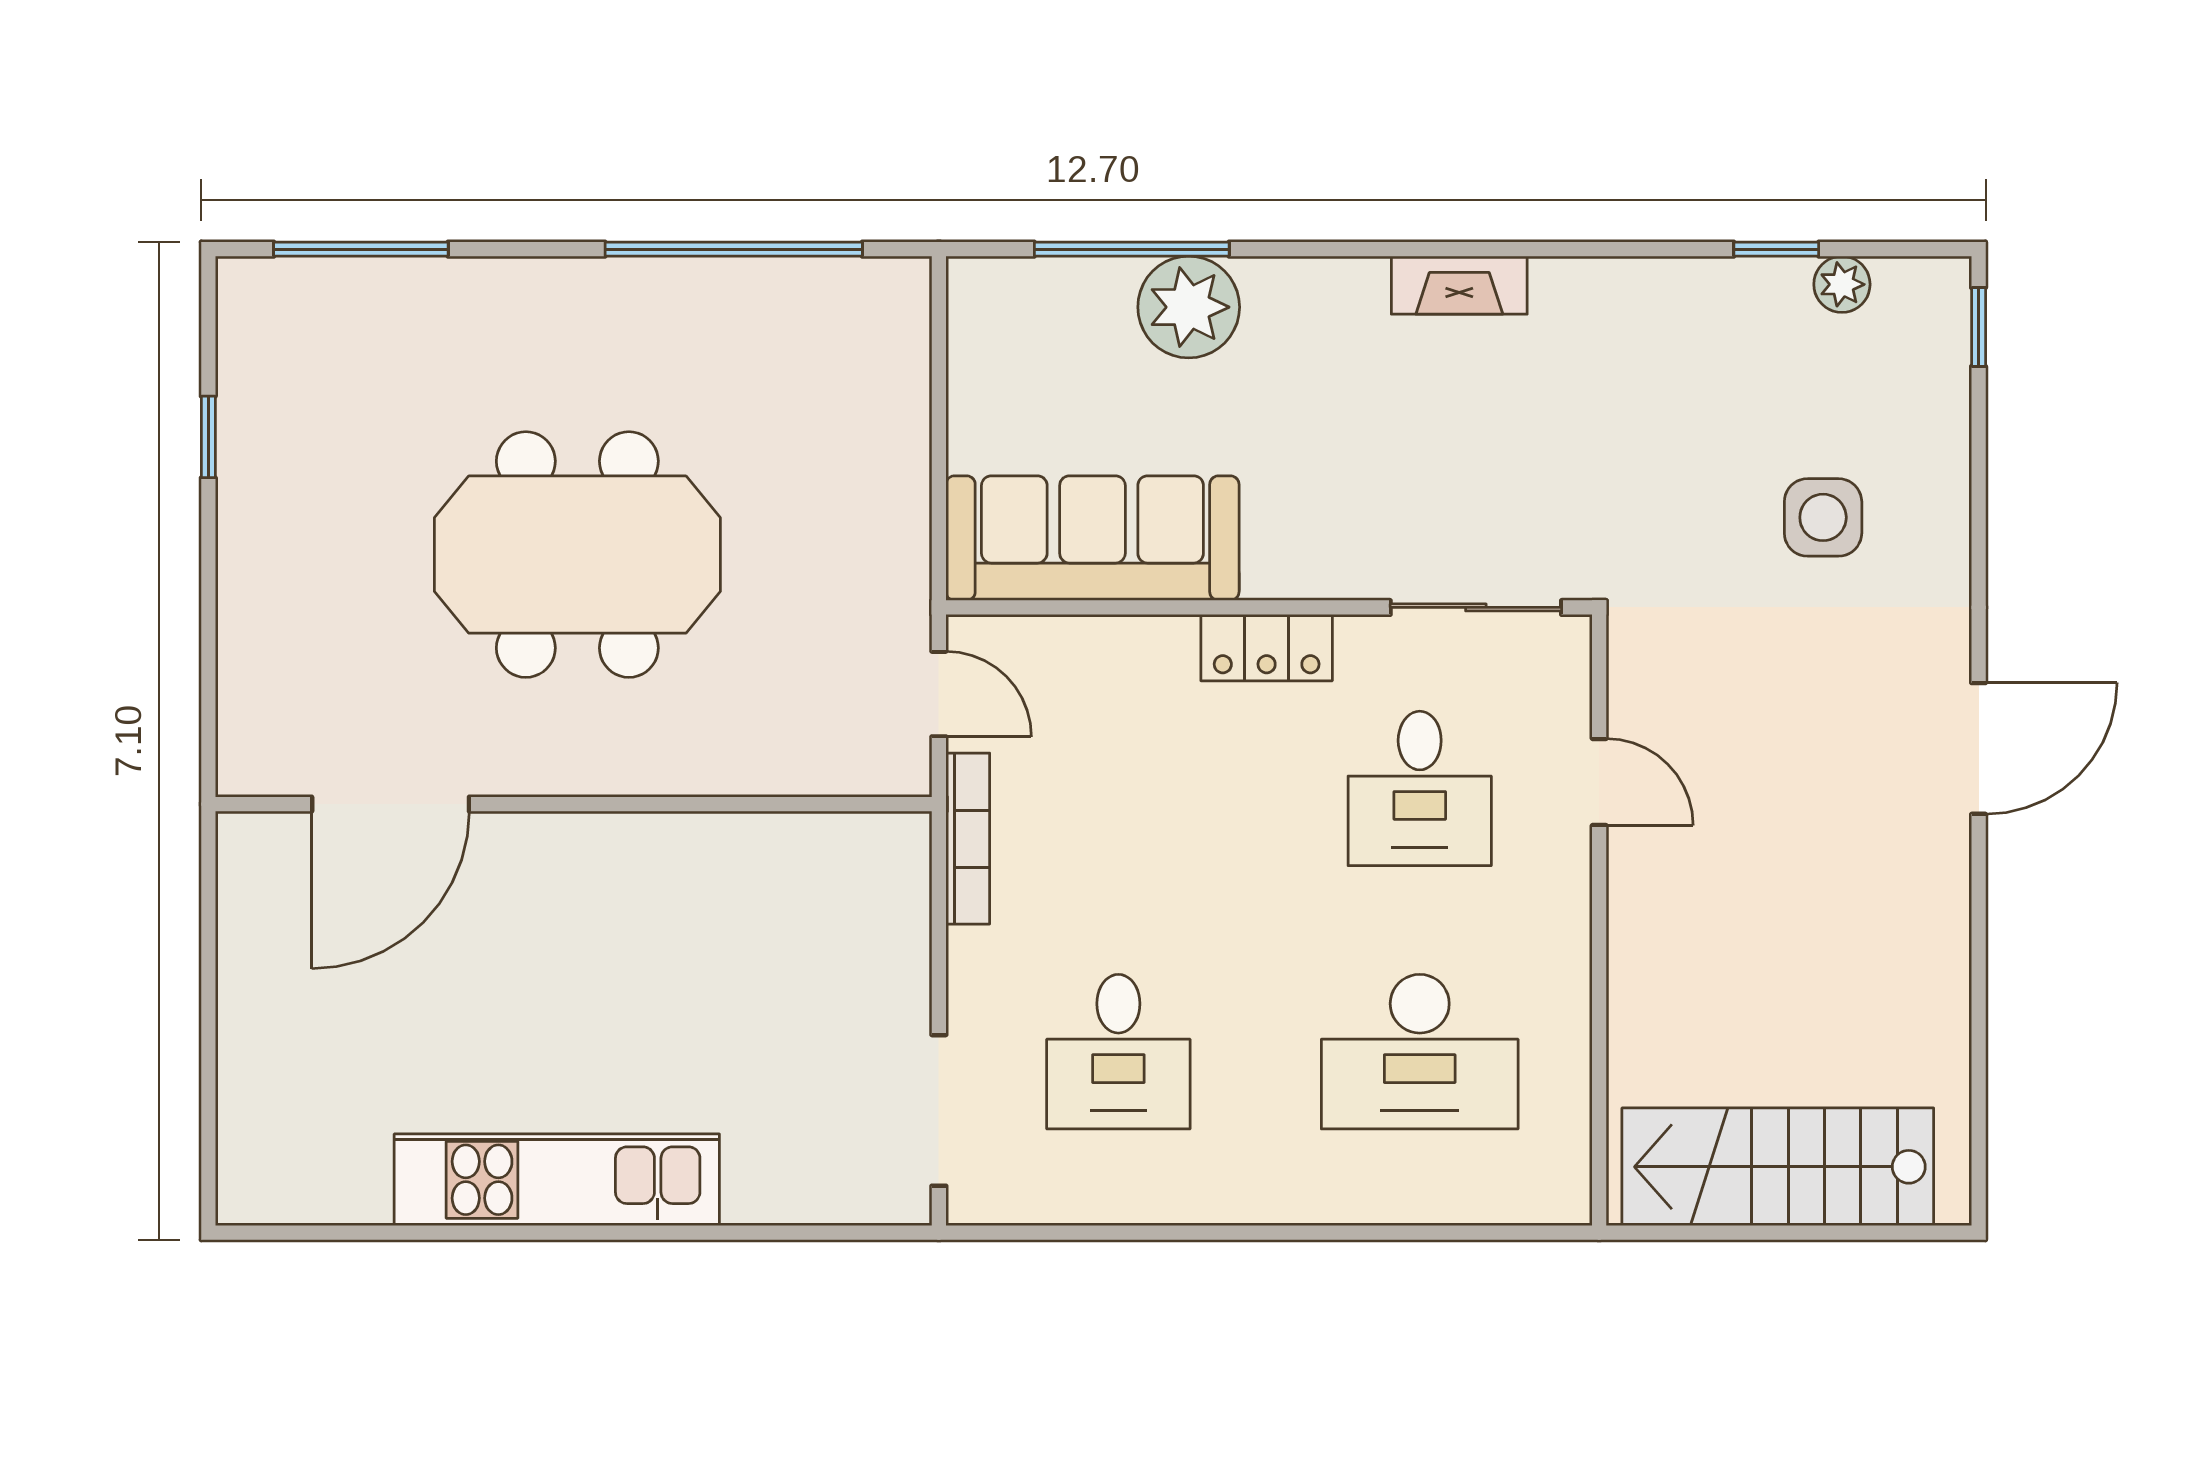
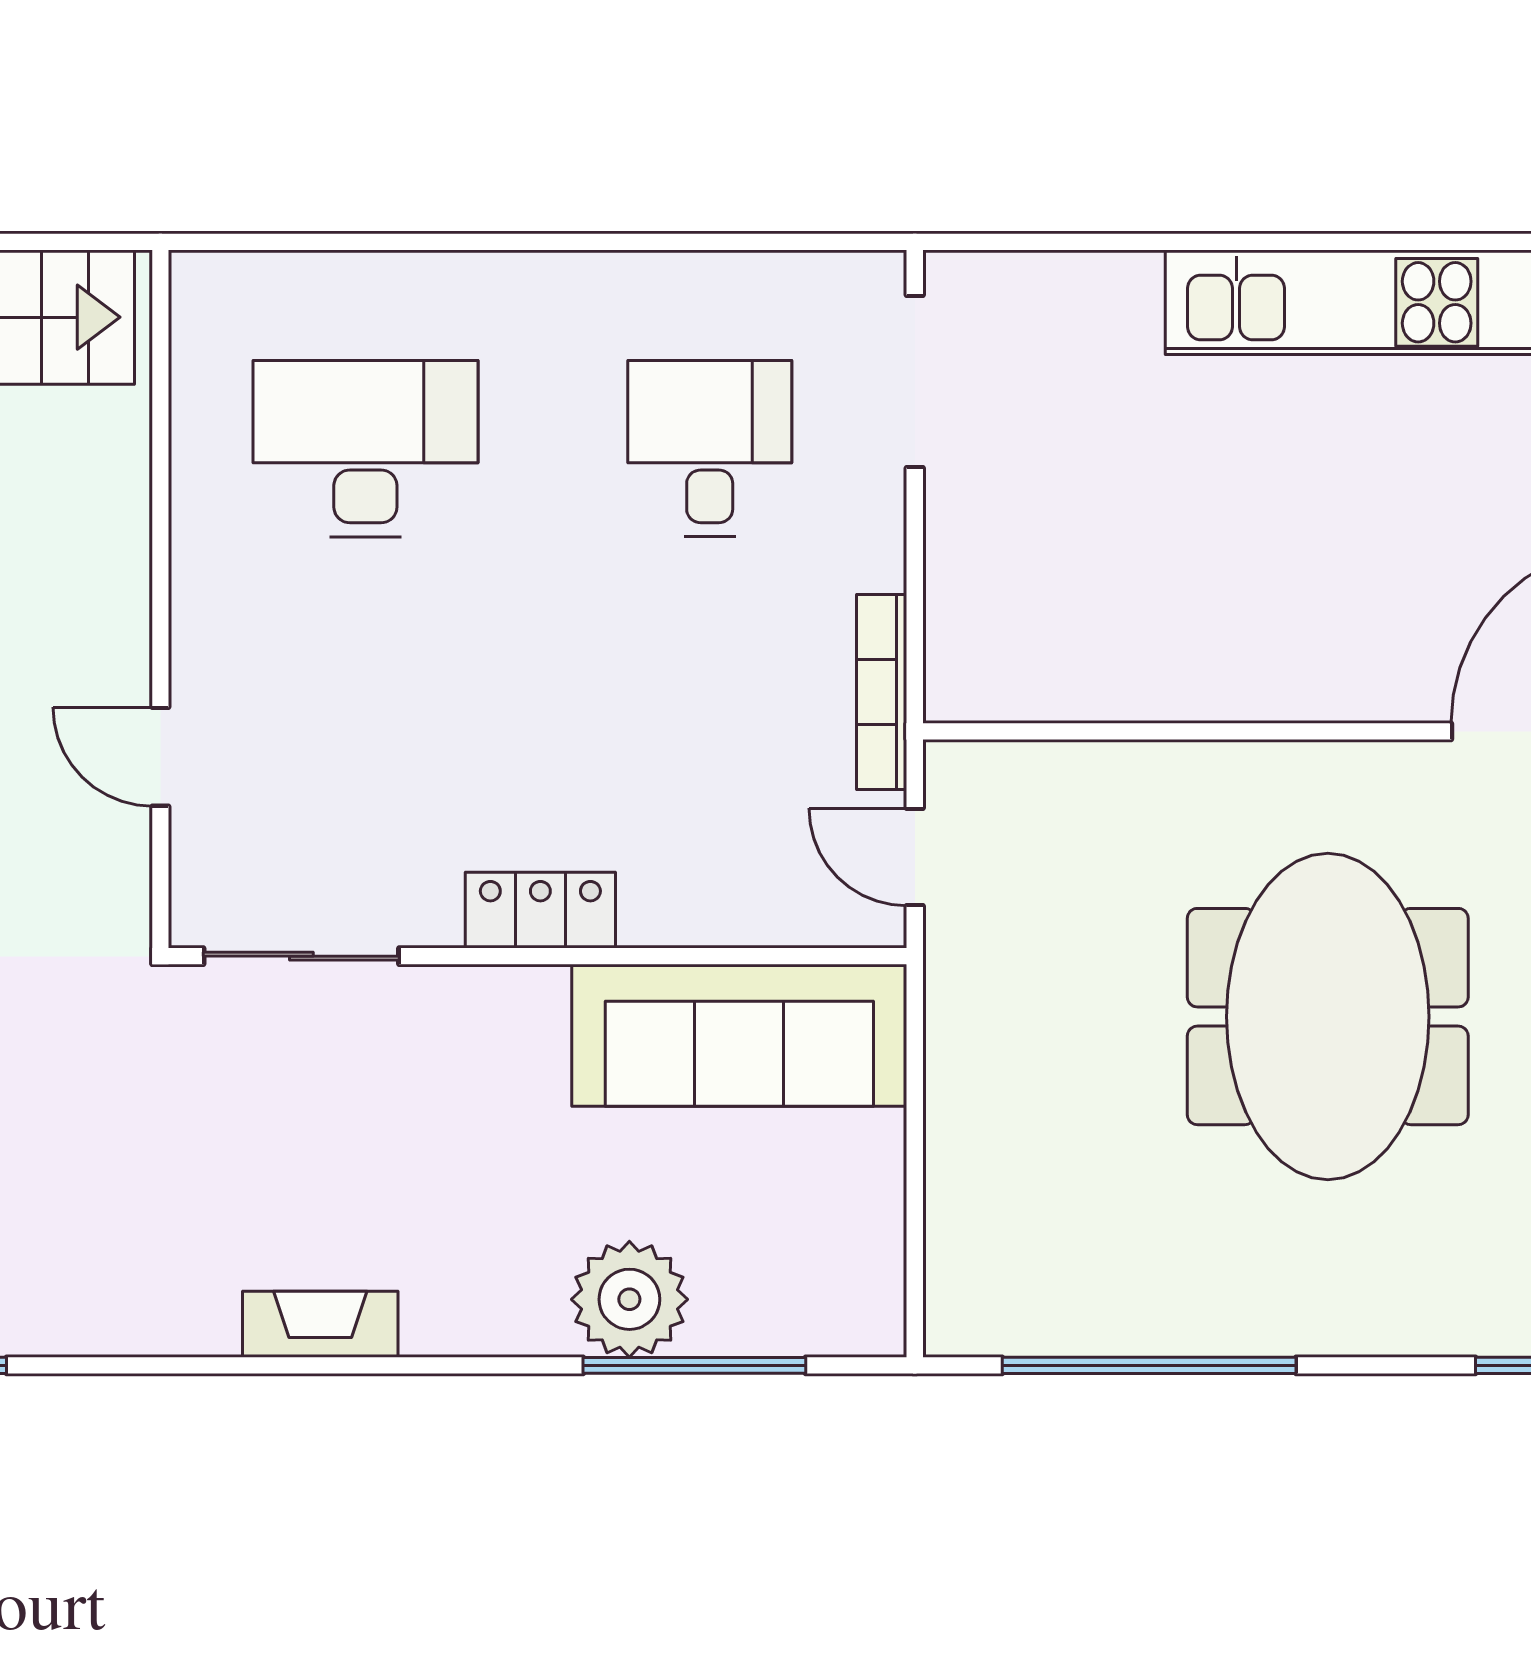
meeting table: (577, 555) -> (1328, 1017), turned 90
desk: (1420, 788) -> (365, 749), removed

